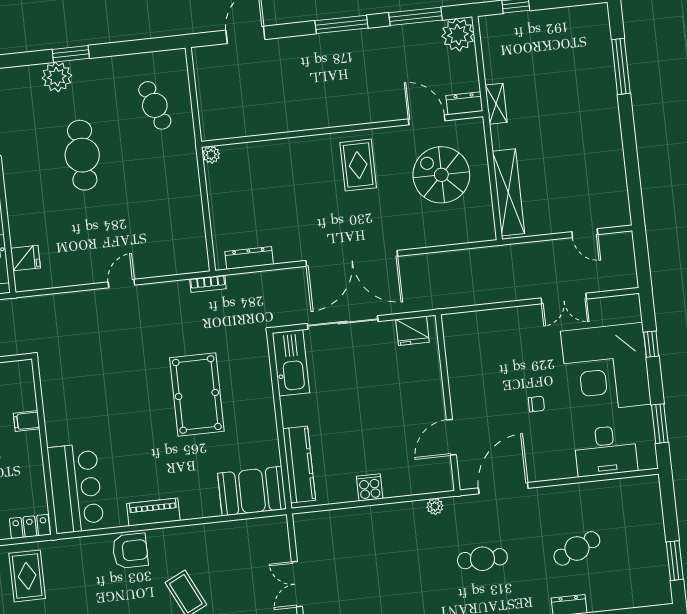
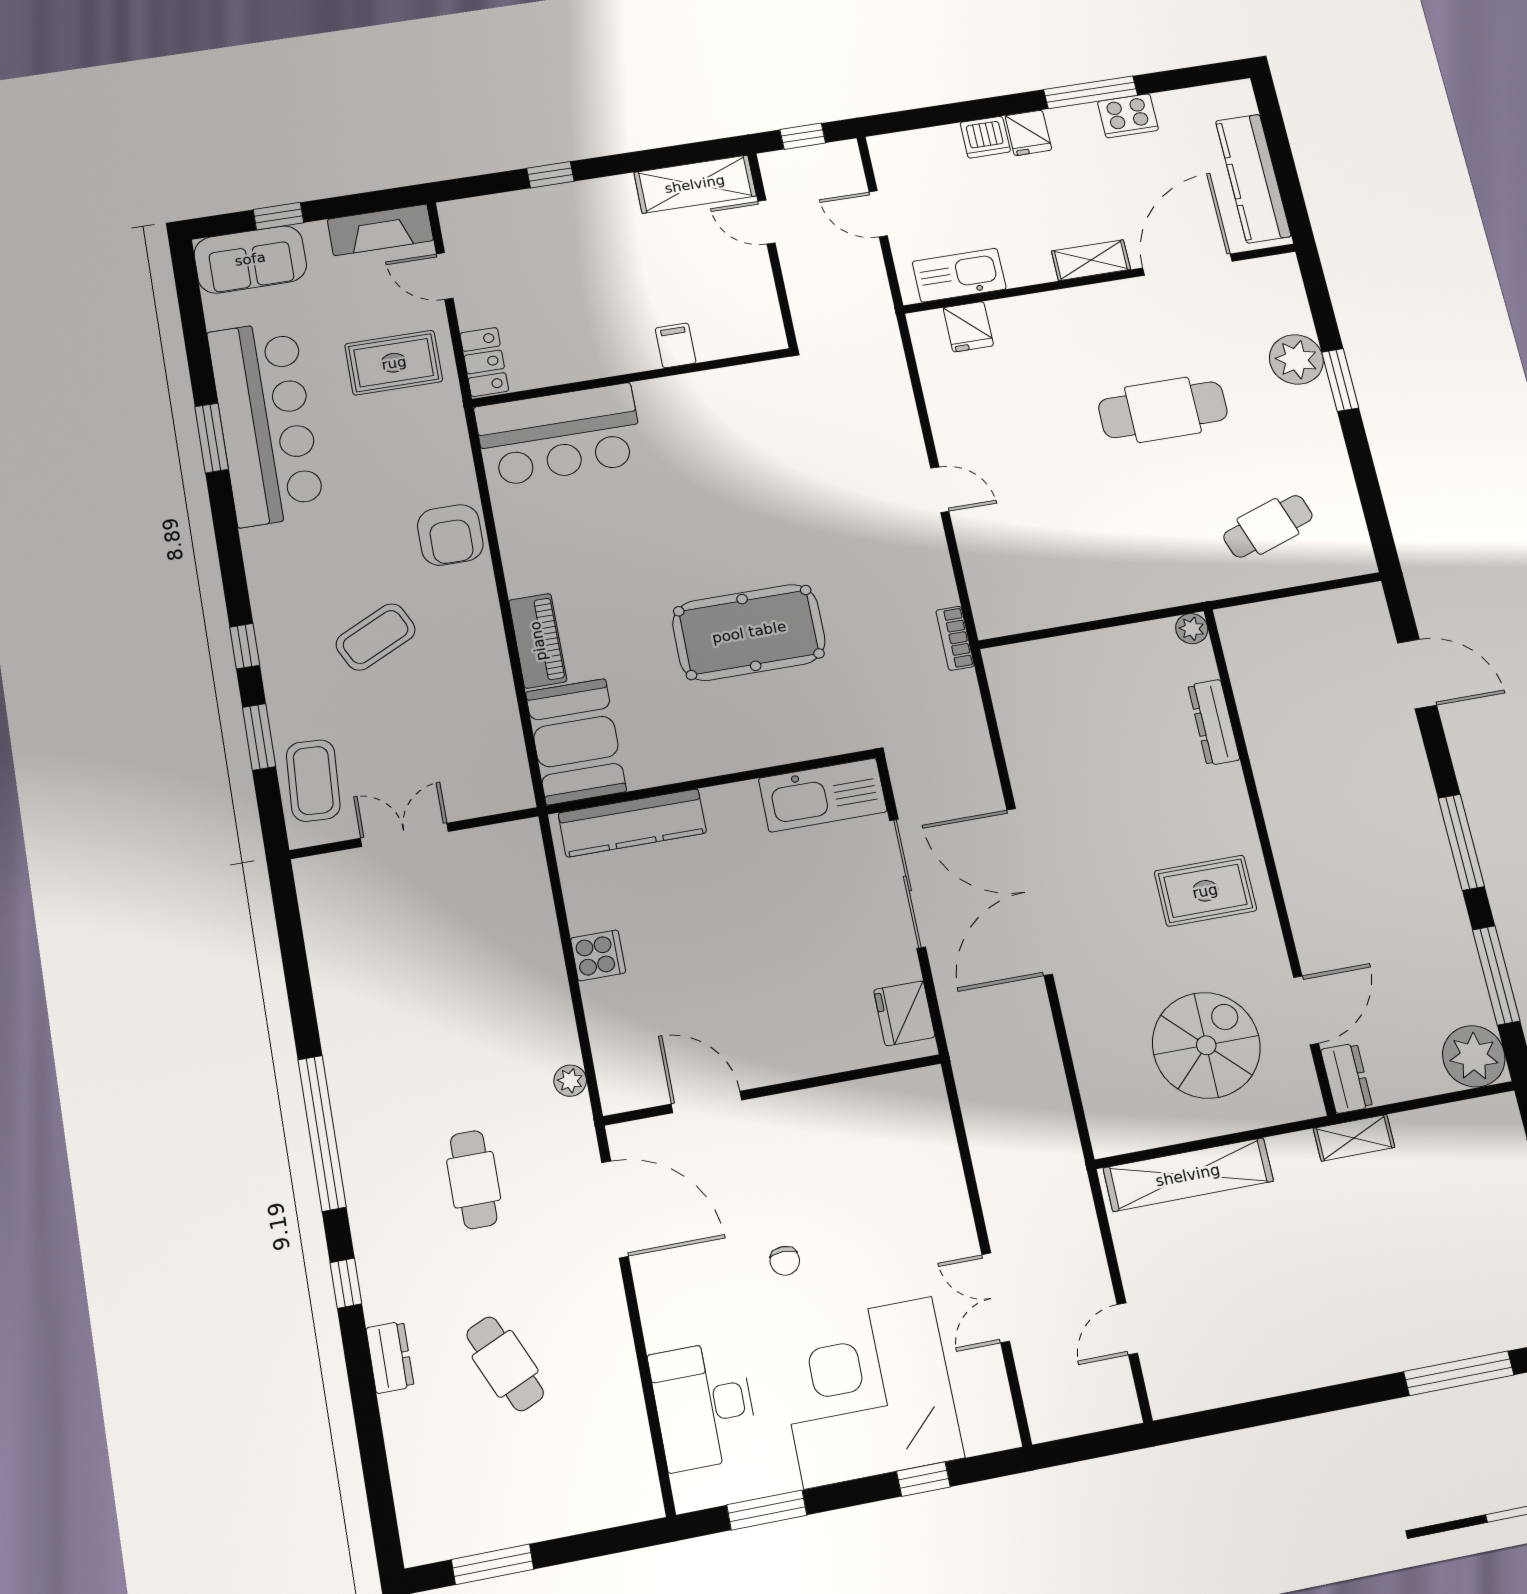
dresser: (249, 258) -> (1214, 722), moved, turned 180
piano: (153, 512) -> (538, 641), moved

